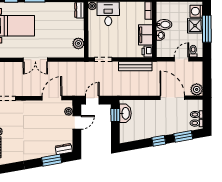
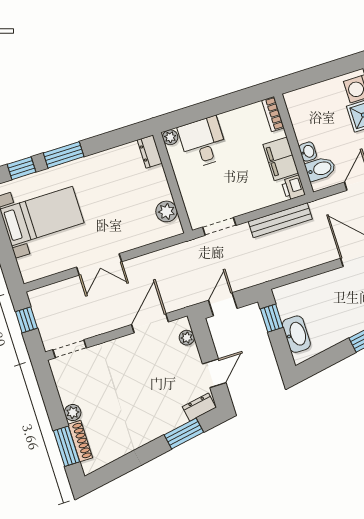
bidet: (164, 25) -> (320, 169), moved
washbasin: (125, 113) -> (296, 334), moved
door: (77, 122) -> (214, 373), moved

